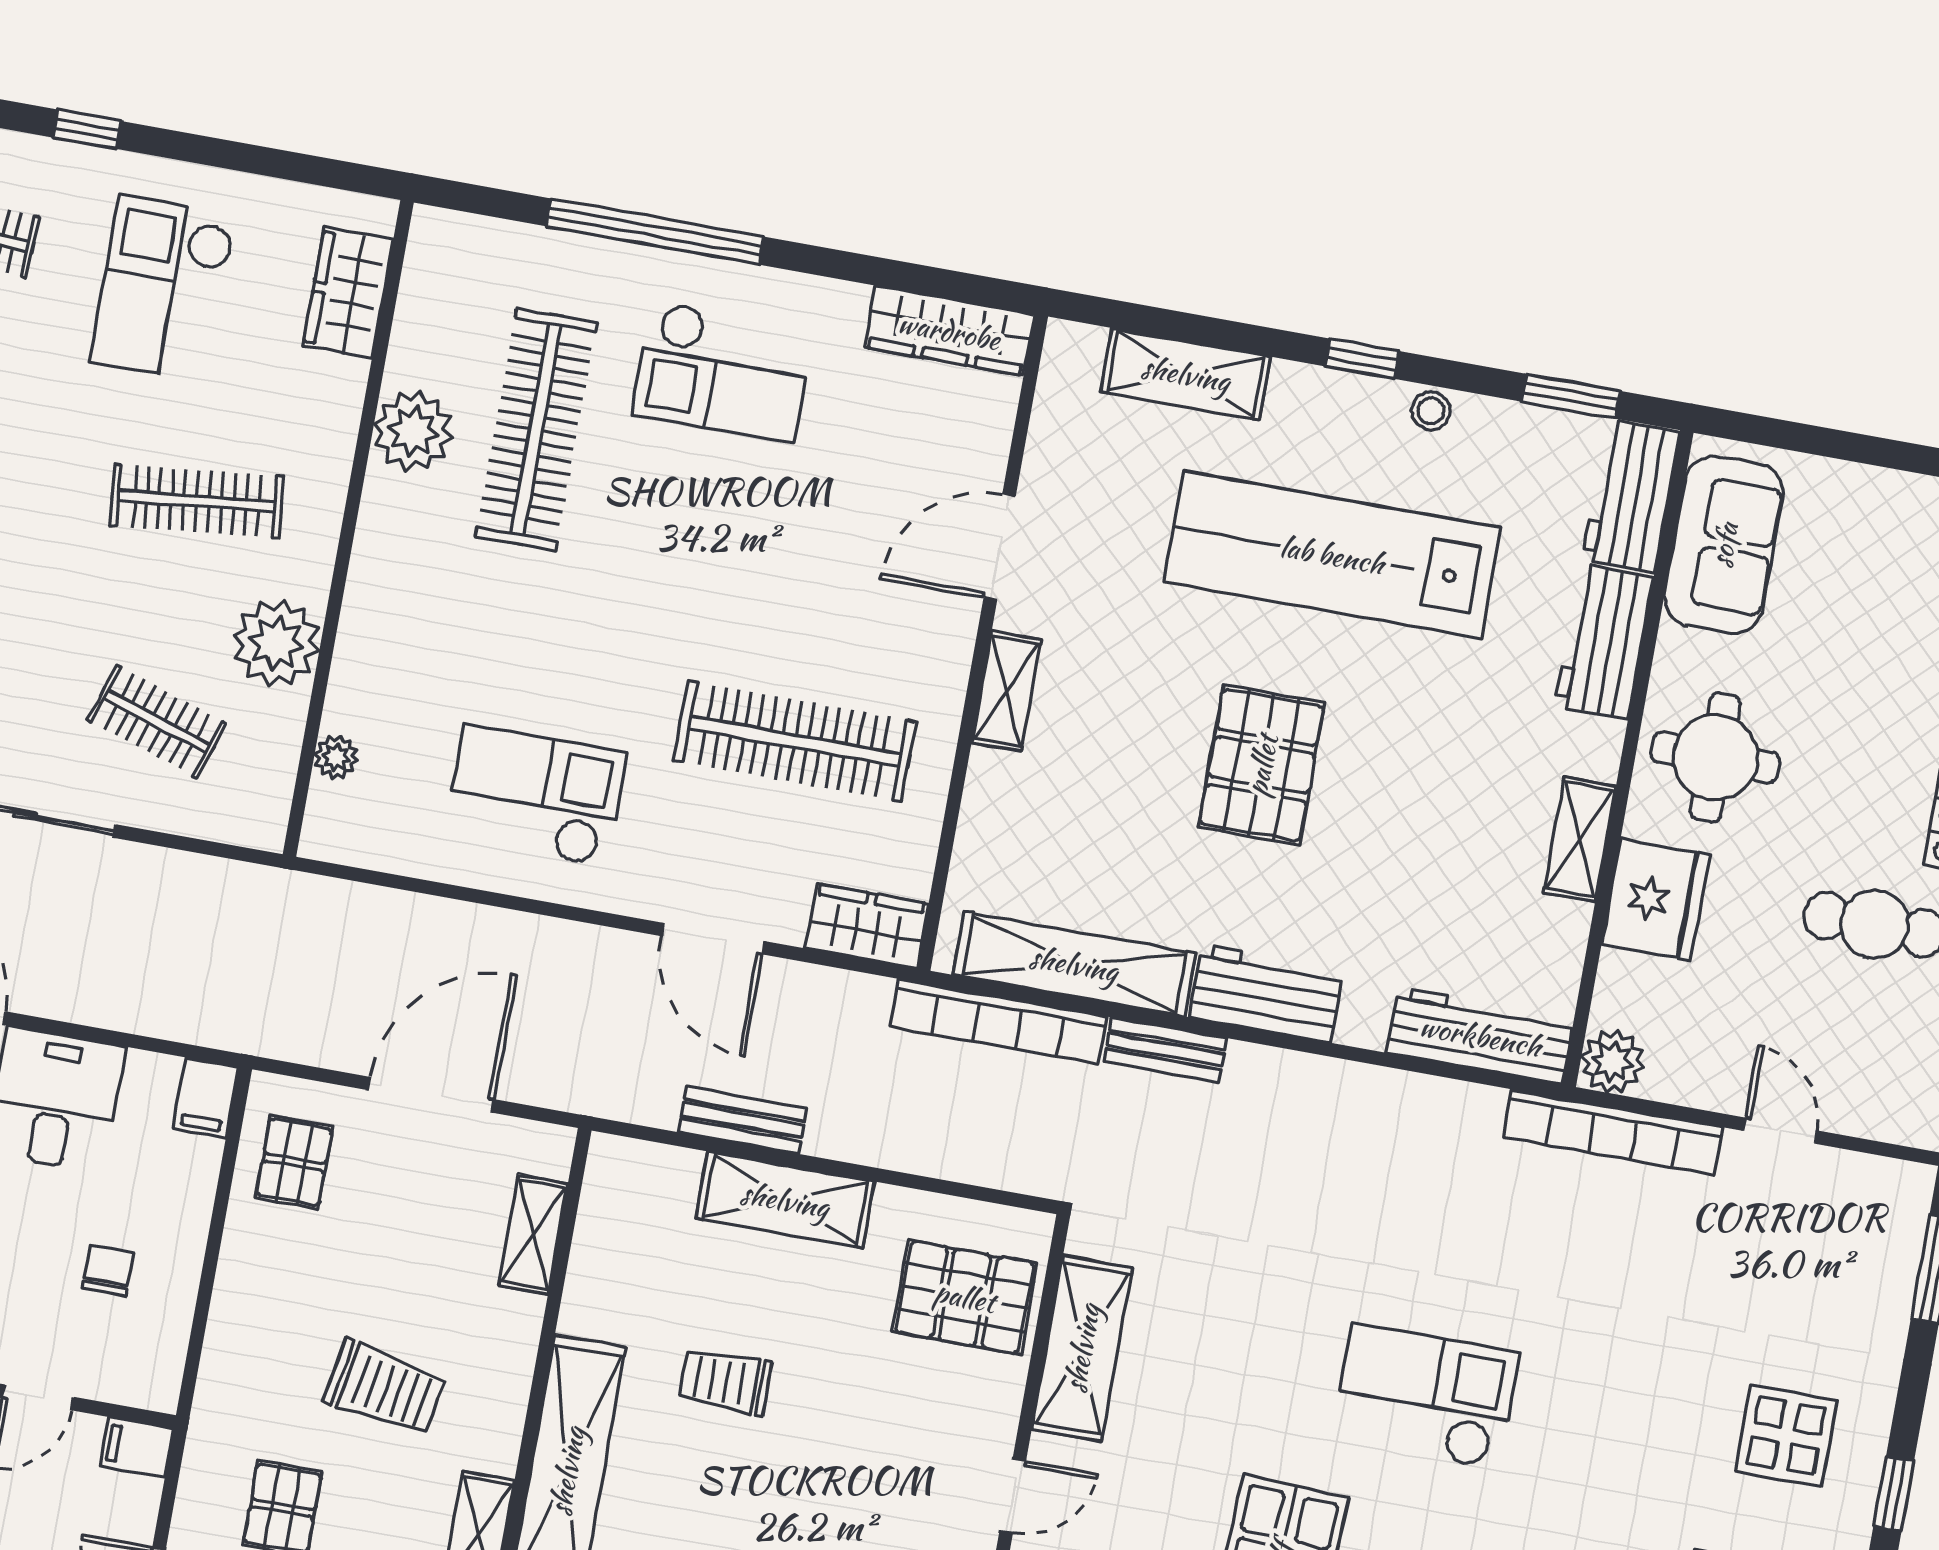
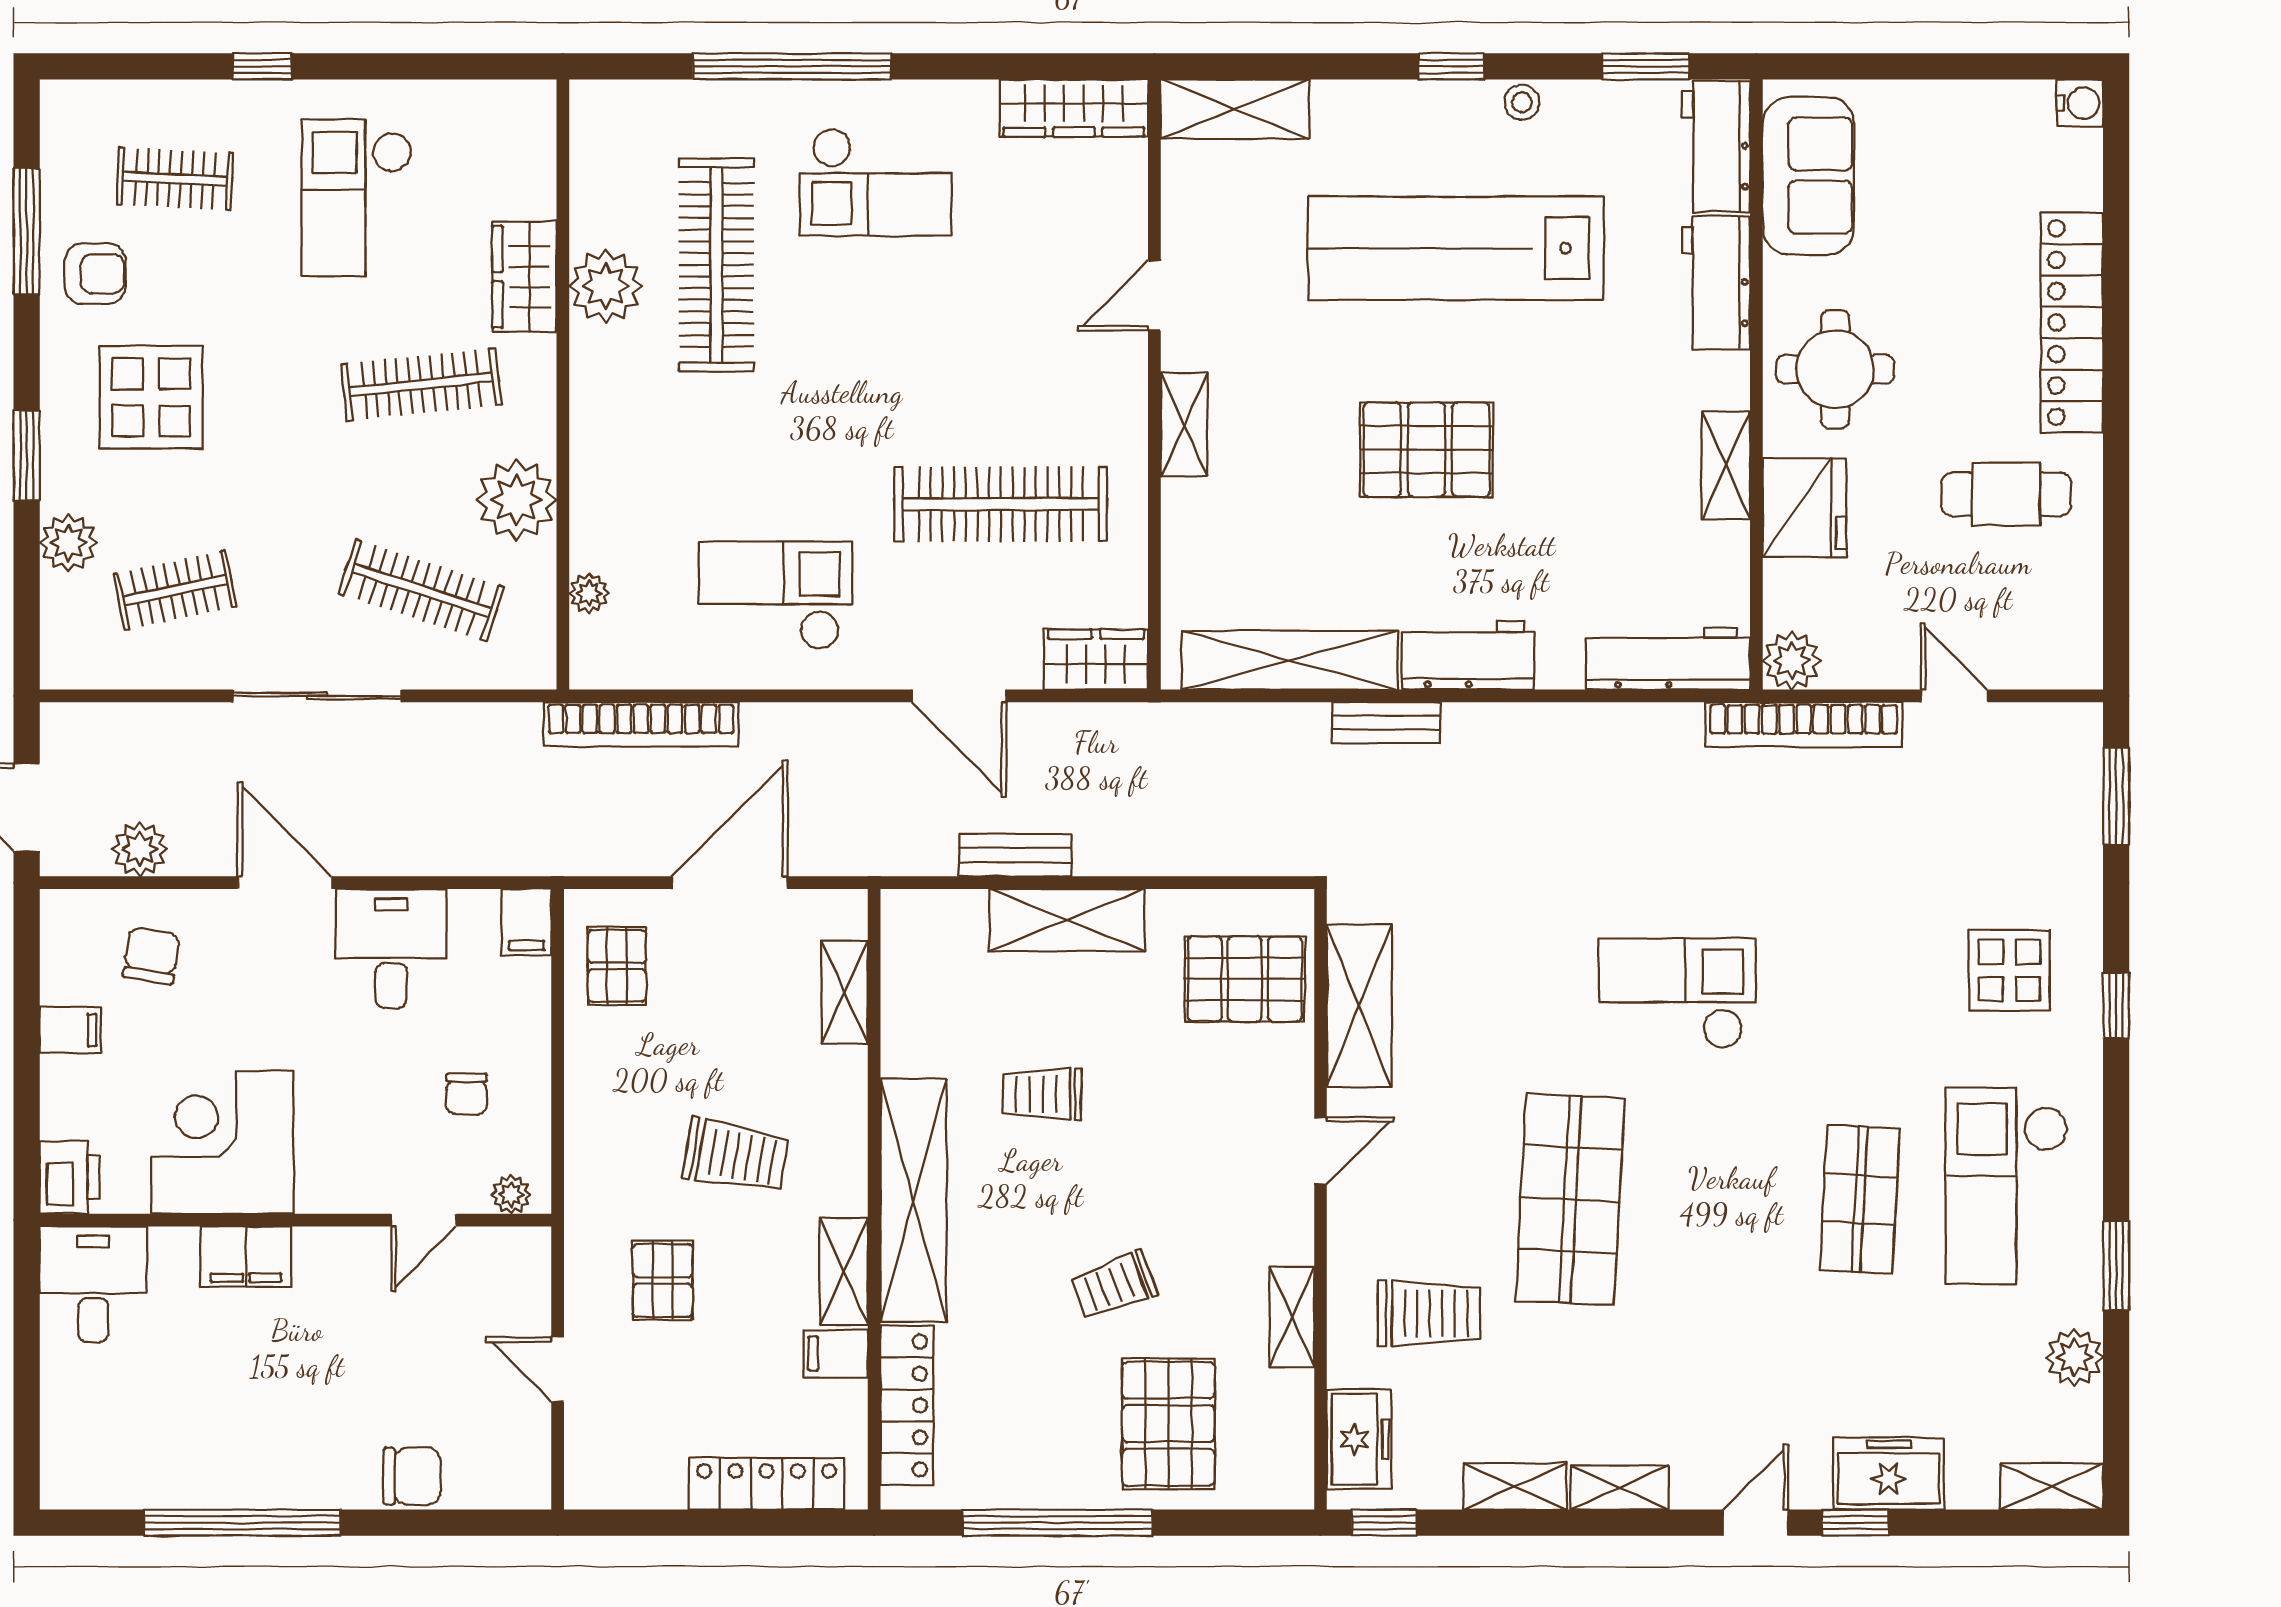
wardrobe: (348, 293) -> (524, 277), moved
shelving: (1186, 374) -> (1235, 109), moved
door: (1000, 547) -> (1154, 295), width x0.73
clothes rail: (157, 722) -> (421, 590), width x1.36
pallet: (1262, 765) -> (1426, 450), turned 90
bookcase: (998, 1021) -> (641, 724), moved
chair: (108, 1270) -> (467, 1094), turned 180
plant: (137, 1387) -> (511, 1194), added
filing cabinet: (137, 1447) -> (521, 1249), removed

